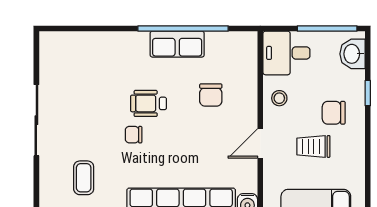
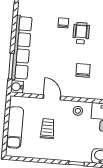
chair: (211, 95) -> (83, 70), turned 90
chair: (334, 113) -> (67, 142), removed

